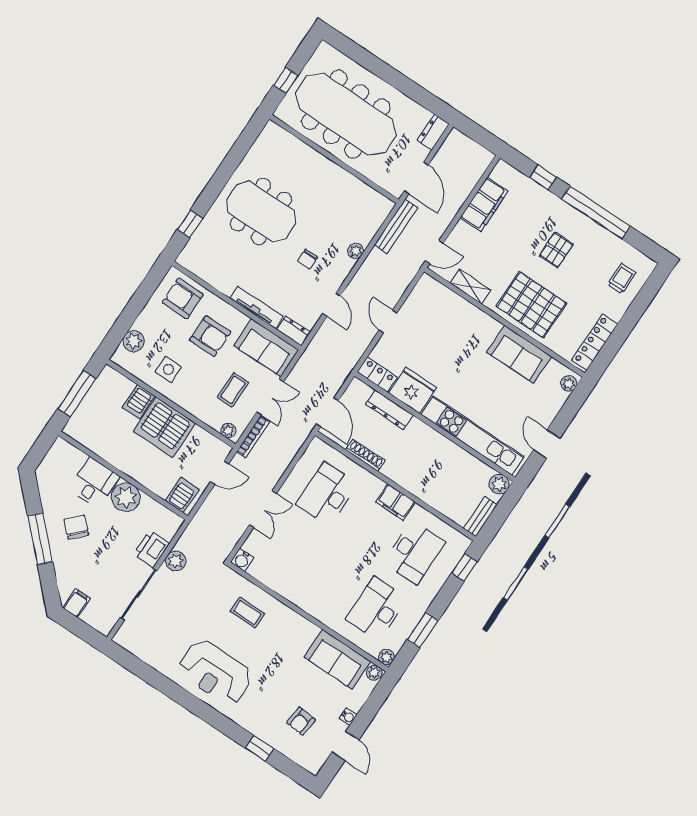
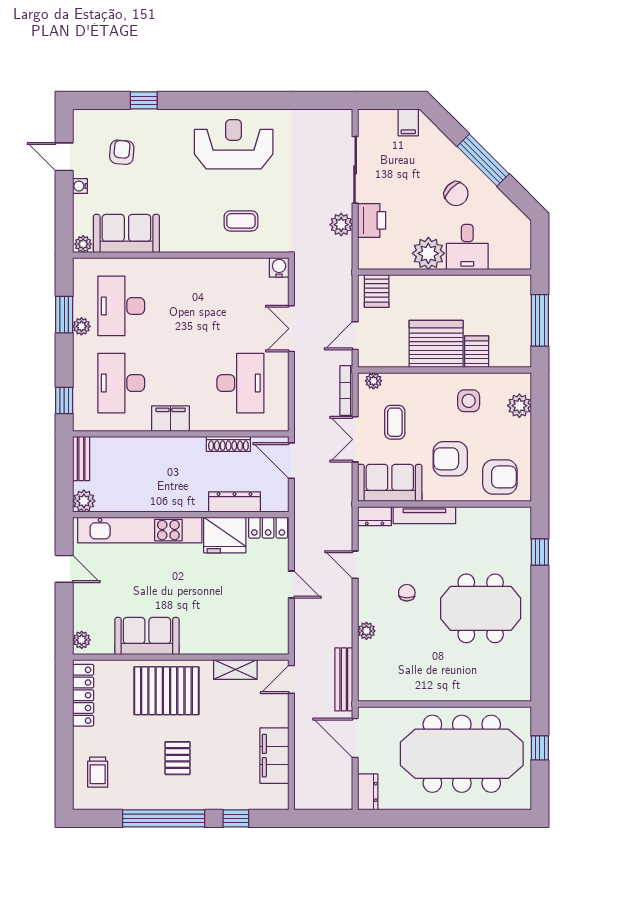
desk: (377, 609) -> (121, 306), turned 180
plant: (386, 657) -> (81, 326), moved

